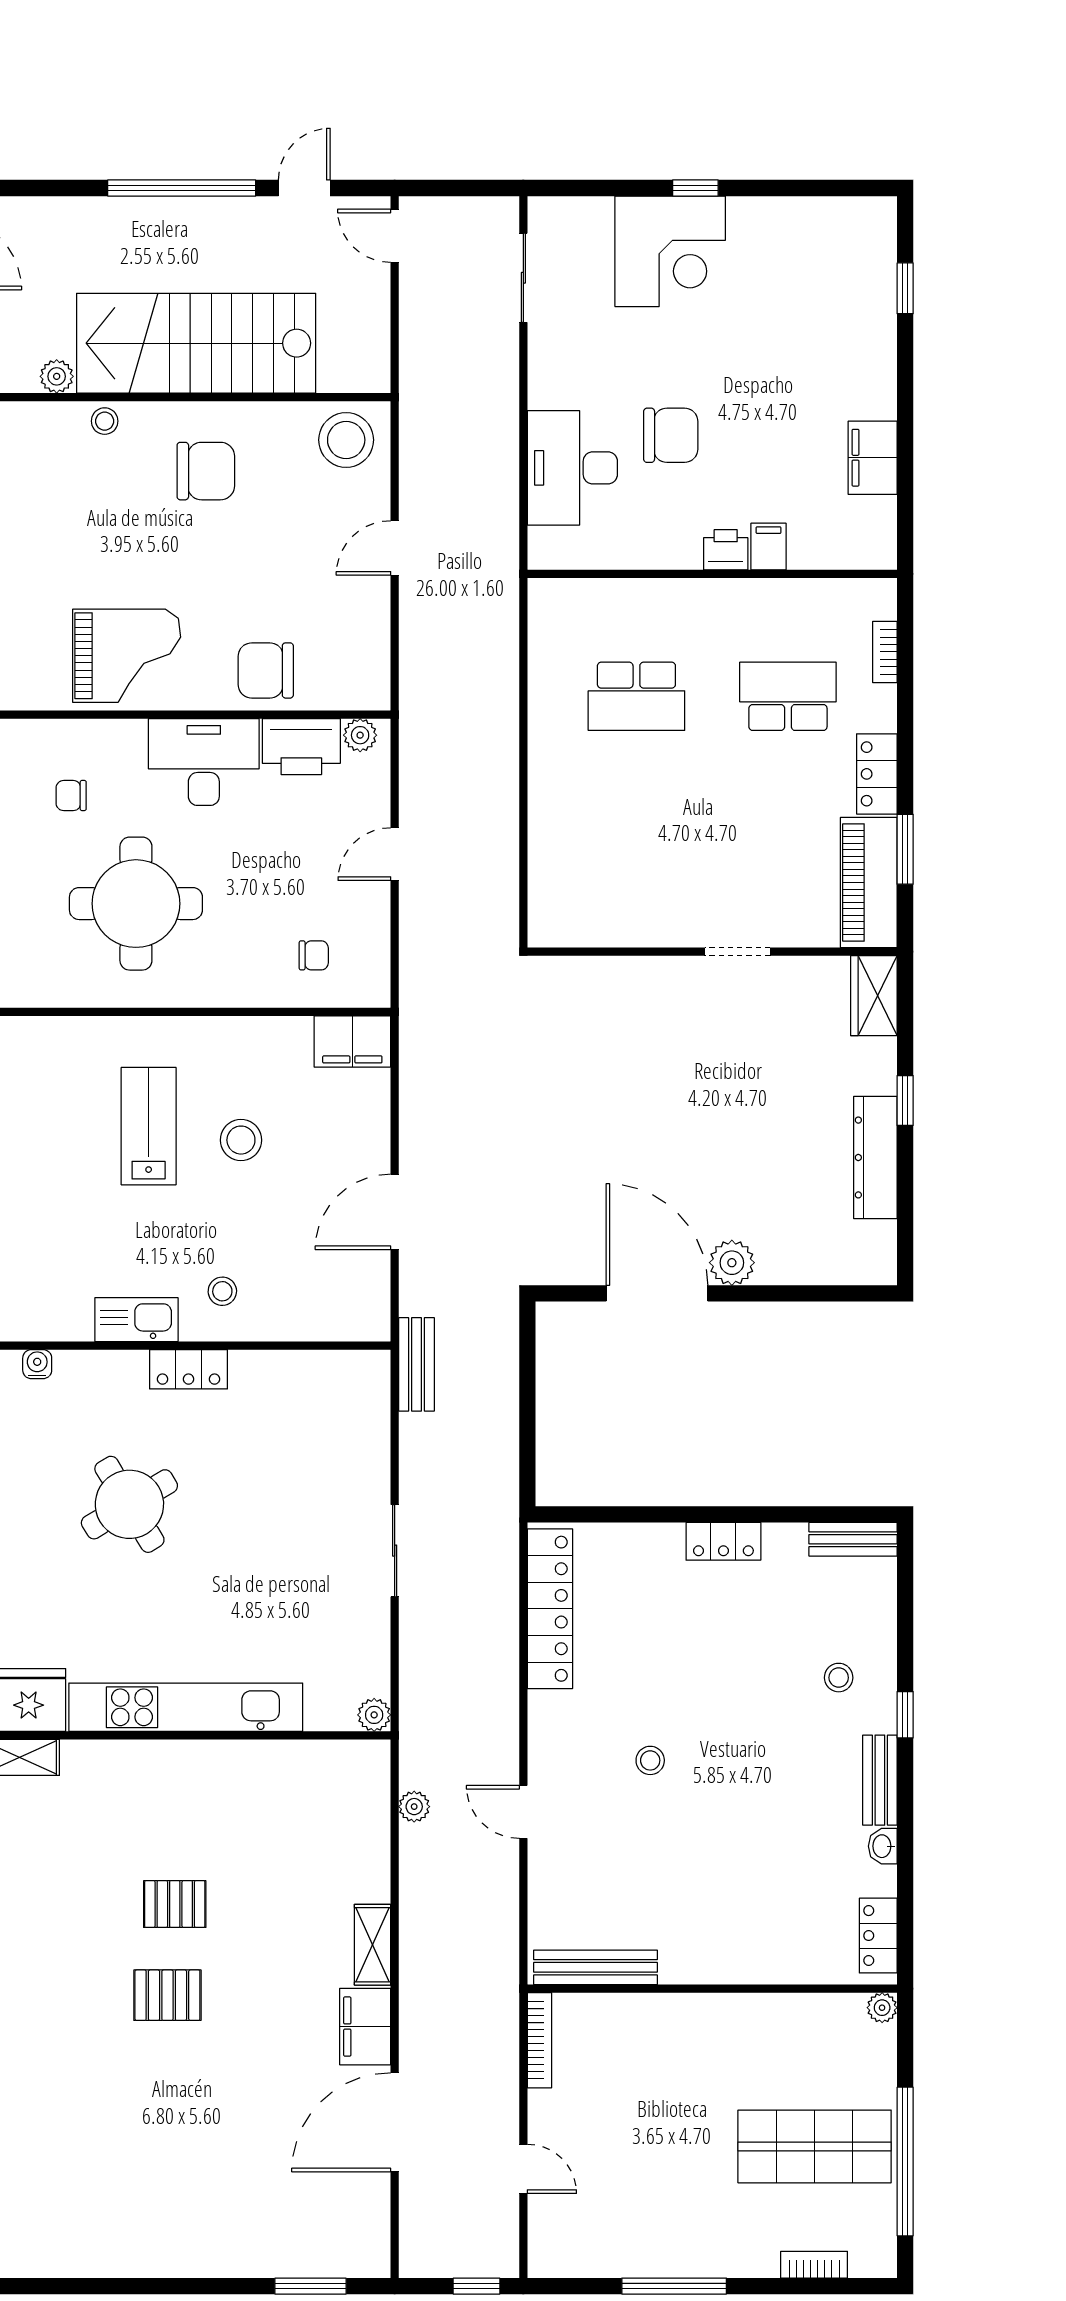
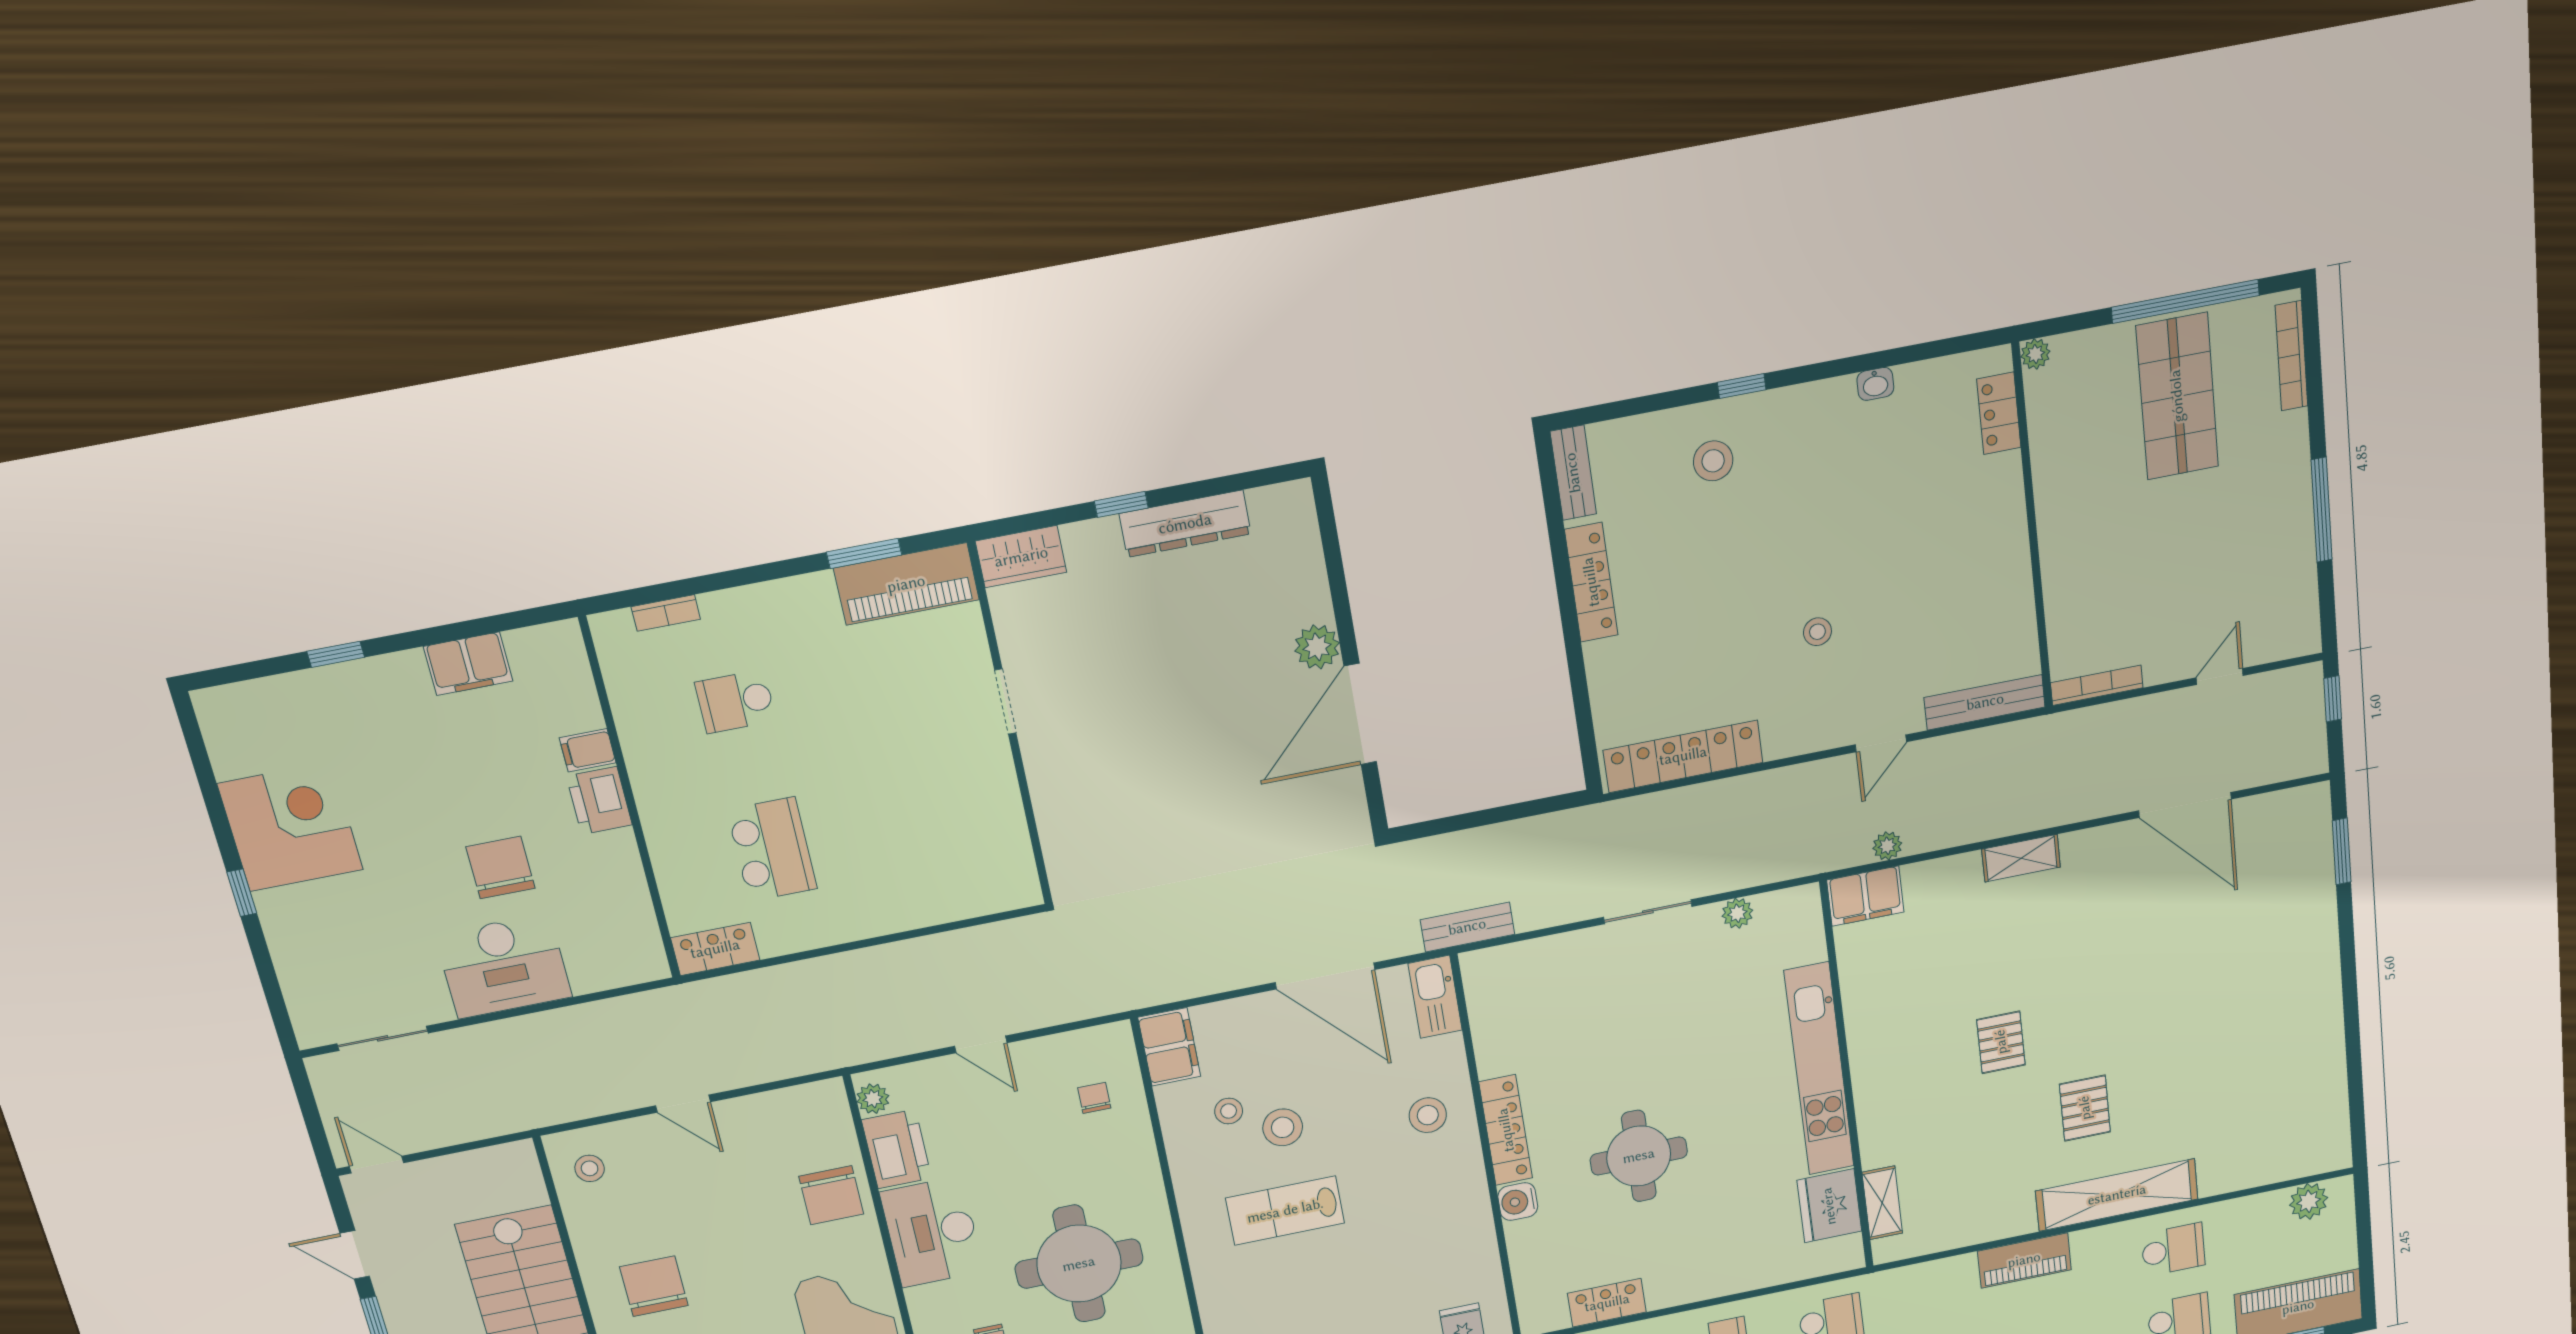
door: (395, 236) -> (377, 1165), swing flipped
corner desk: (670, 251) -> (290, 827), moved
window: (905, 288) -> (336, 654), moved
stool: (346, 440) -> (590, 1168), width x0.53, depth x0.53
desk: (572, 468) -> (504, 966), moved
printer: (726, 550) -> (599, 801), width x1.36, depth x1.24
school desk: (788, 696) -> (736, 702), width x0.54
locker: (877, 774) -> (715, 949), moved, turned 180
stool: (271, 1088) -> (1229, 1111), added
door: (395, 1212) -> (1325, 976), width x1.36
stool: (222, 1291) -> (1428, 1115), width x1.37, depth x1.37
kitchen sink: (136, 1320) -> (1435, 997), moved
water cooler: (37, 1364) -> (1518, 1202), moved, width x1.38, depth x1.38
locker: (189, 1369) -> (1506, 1130), width x1.53
round table: (129, 1504) -> (1639, 1156), turned 31
locker: (723, 1541) -> (1591, 582), width x1.53
stool: (839, 1678) -> (1713, 461), width x1.37, depth x1.37
plant: (374, 1715) -> (1737, 913), moved
bench: (880, 1780) -> (1810, 399), removed
locker: (878, 1936) -> (1999, 413), moved, turned 90
bench: (596, 1967) -> (1985, 702), moved, turned 90
pallet: (167, 1995) -> (2085, 1108), moved
filing cabinet: (365, 2027) -> (1865, 896), moved
bookcase: (814, 2265) -> (2291, 356), width x1.56

